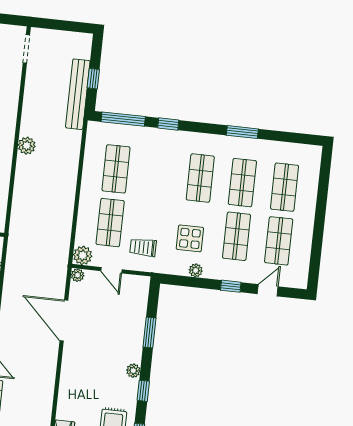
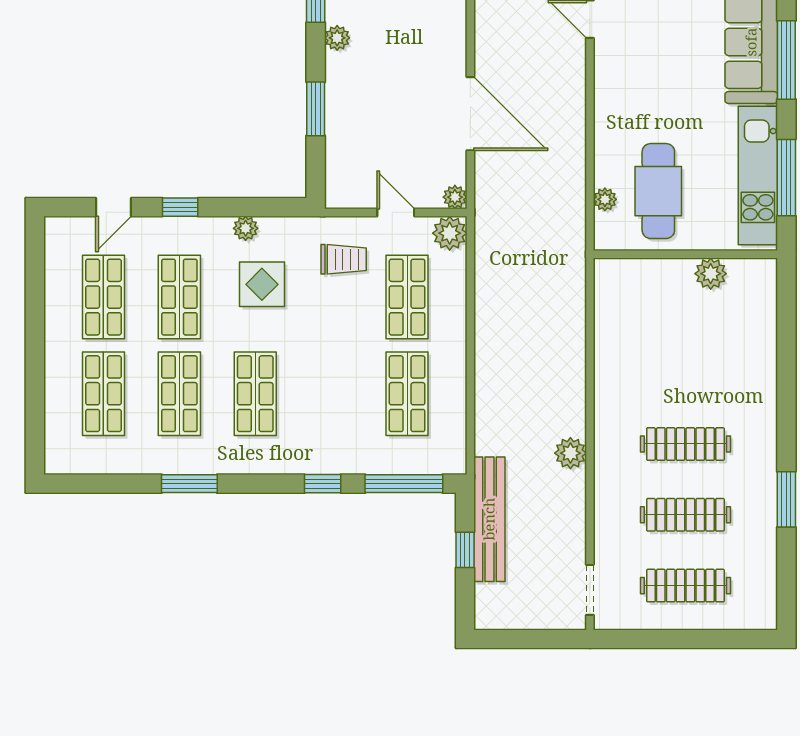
plant: (27, 146) -> (570, 453), moved

